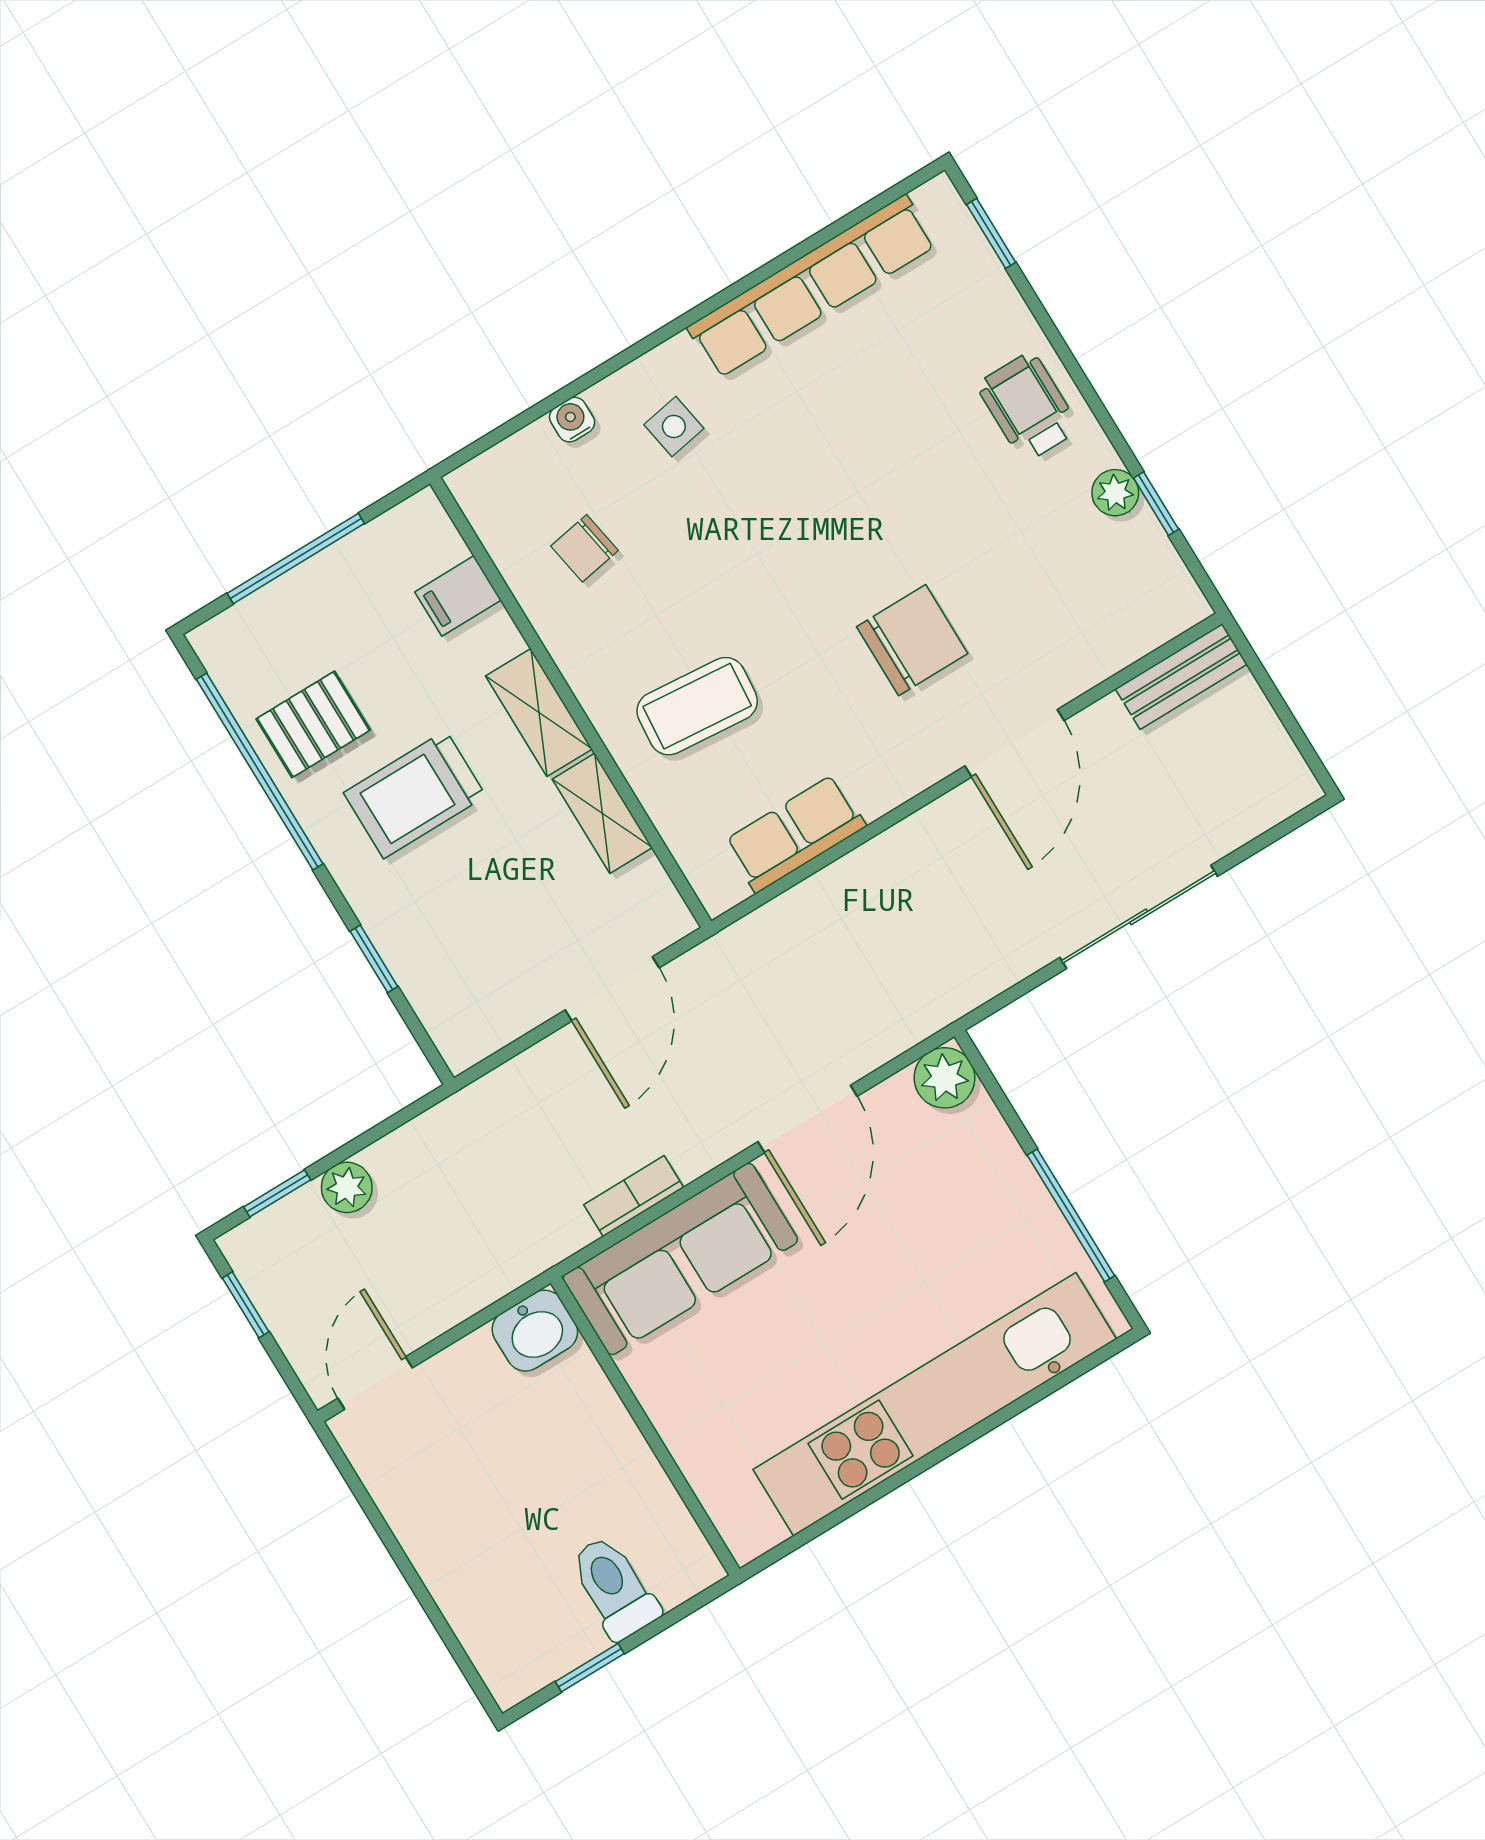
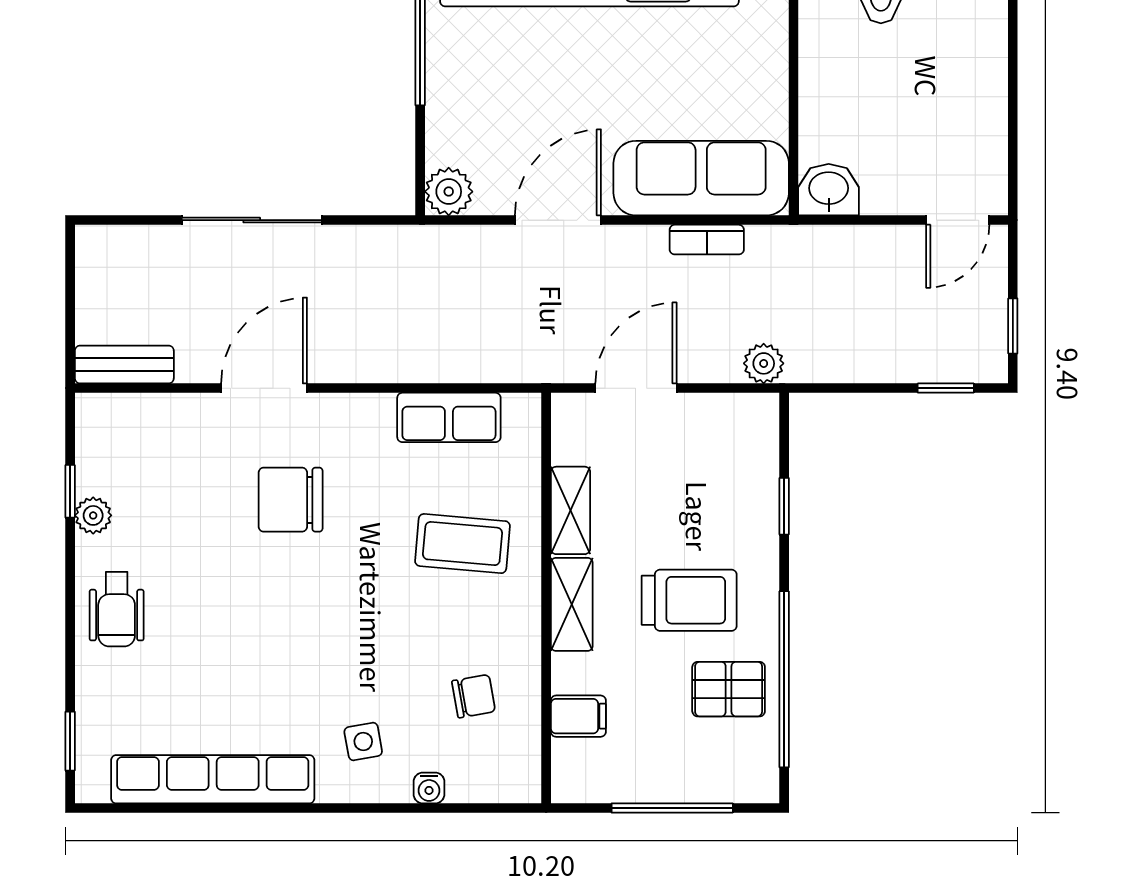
plant: (347, 1187) -> (764, 363), moved

